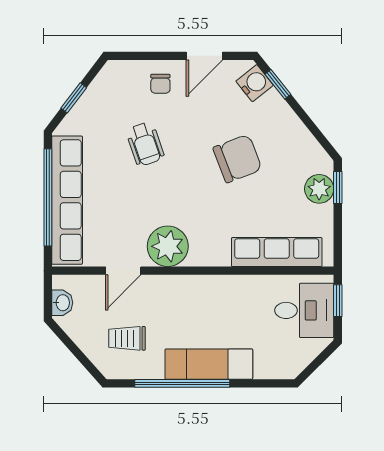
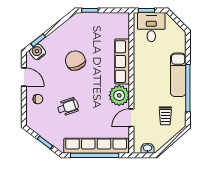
plant: (319, 189) -> (90, 20), removed
row of seats: (277, 252) -> (122, 62), moved
door: (123, 271) -> (131, 118), swing flipped

